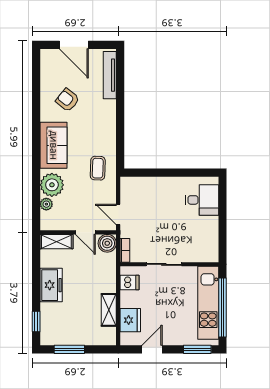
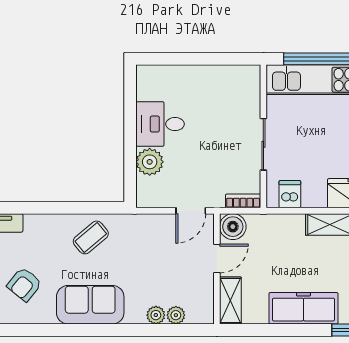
coffee table: (98, 168) -> (91, 237), moved, turned -42
plant: (52, 185) -> (156, 315), width x0.53, depth x0.53
plant: (152, 186) -> (150, 162), added
desk: (202, 200) -> (160, 124), moved, turned -90
freezer: (51, 285) -> (303, 308), width x1.40

